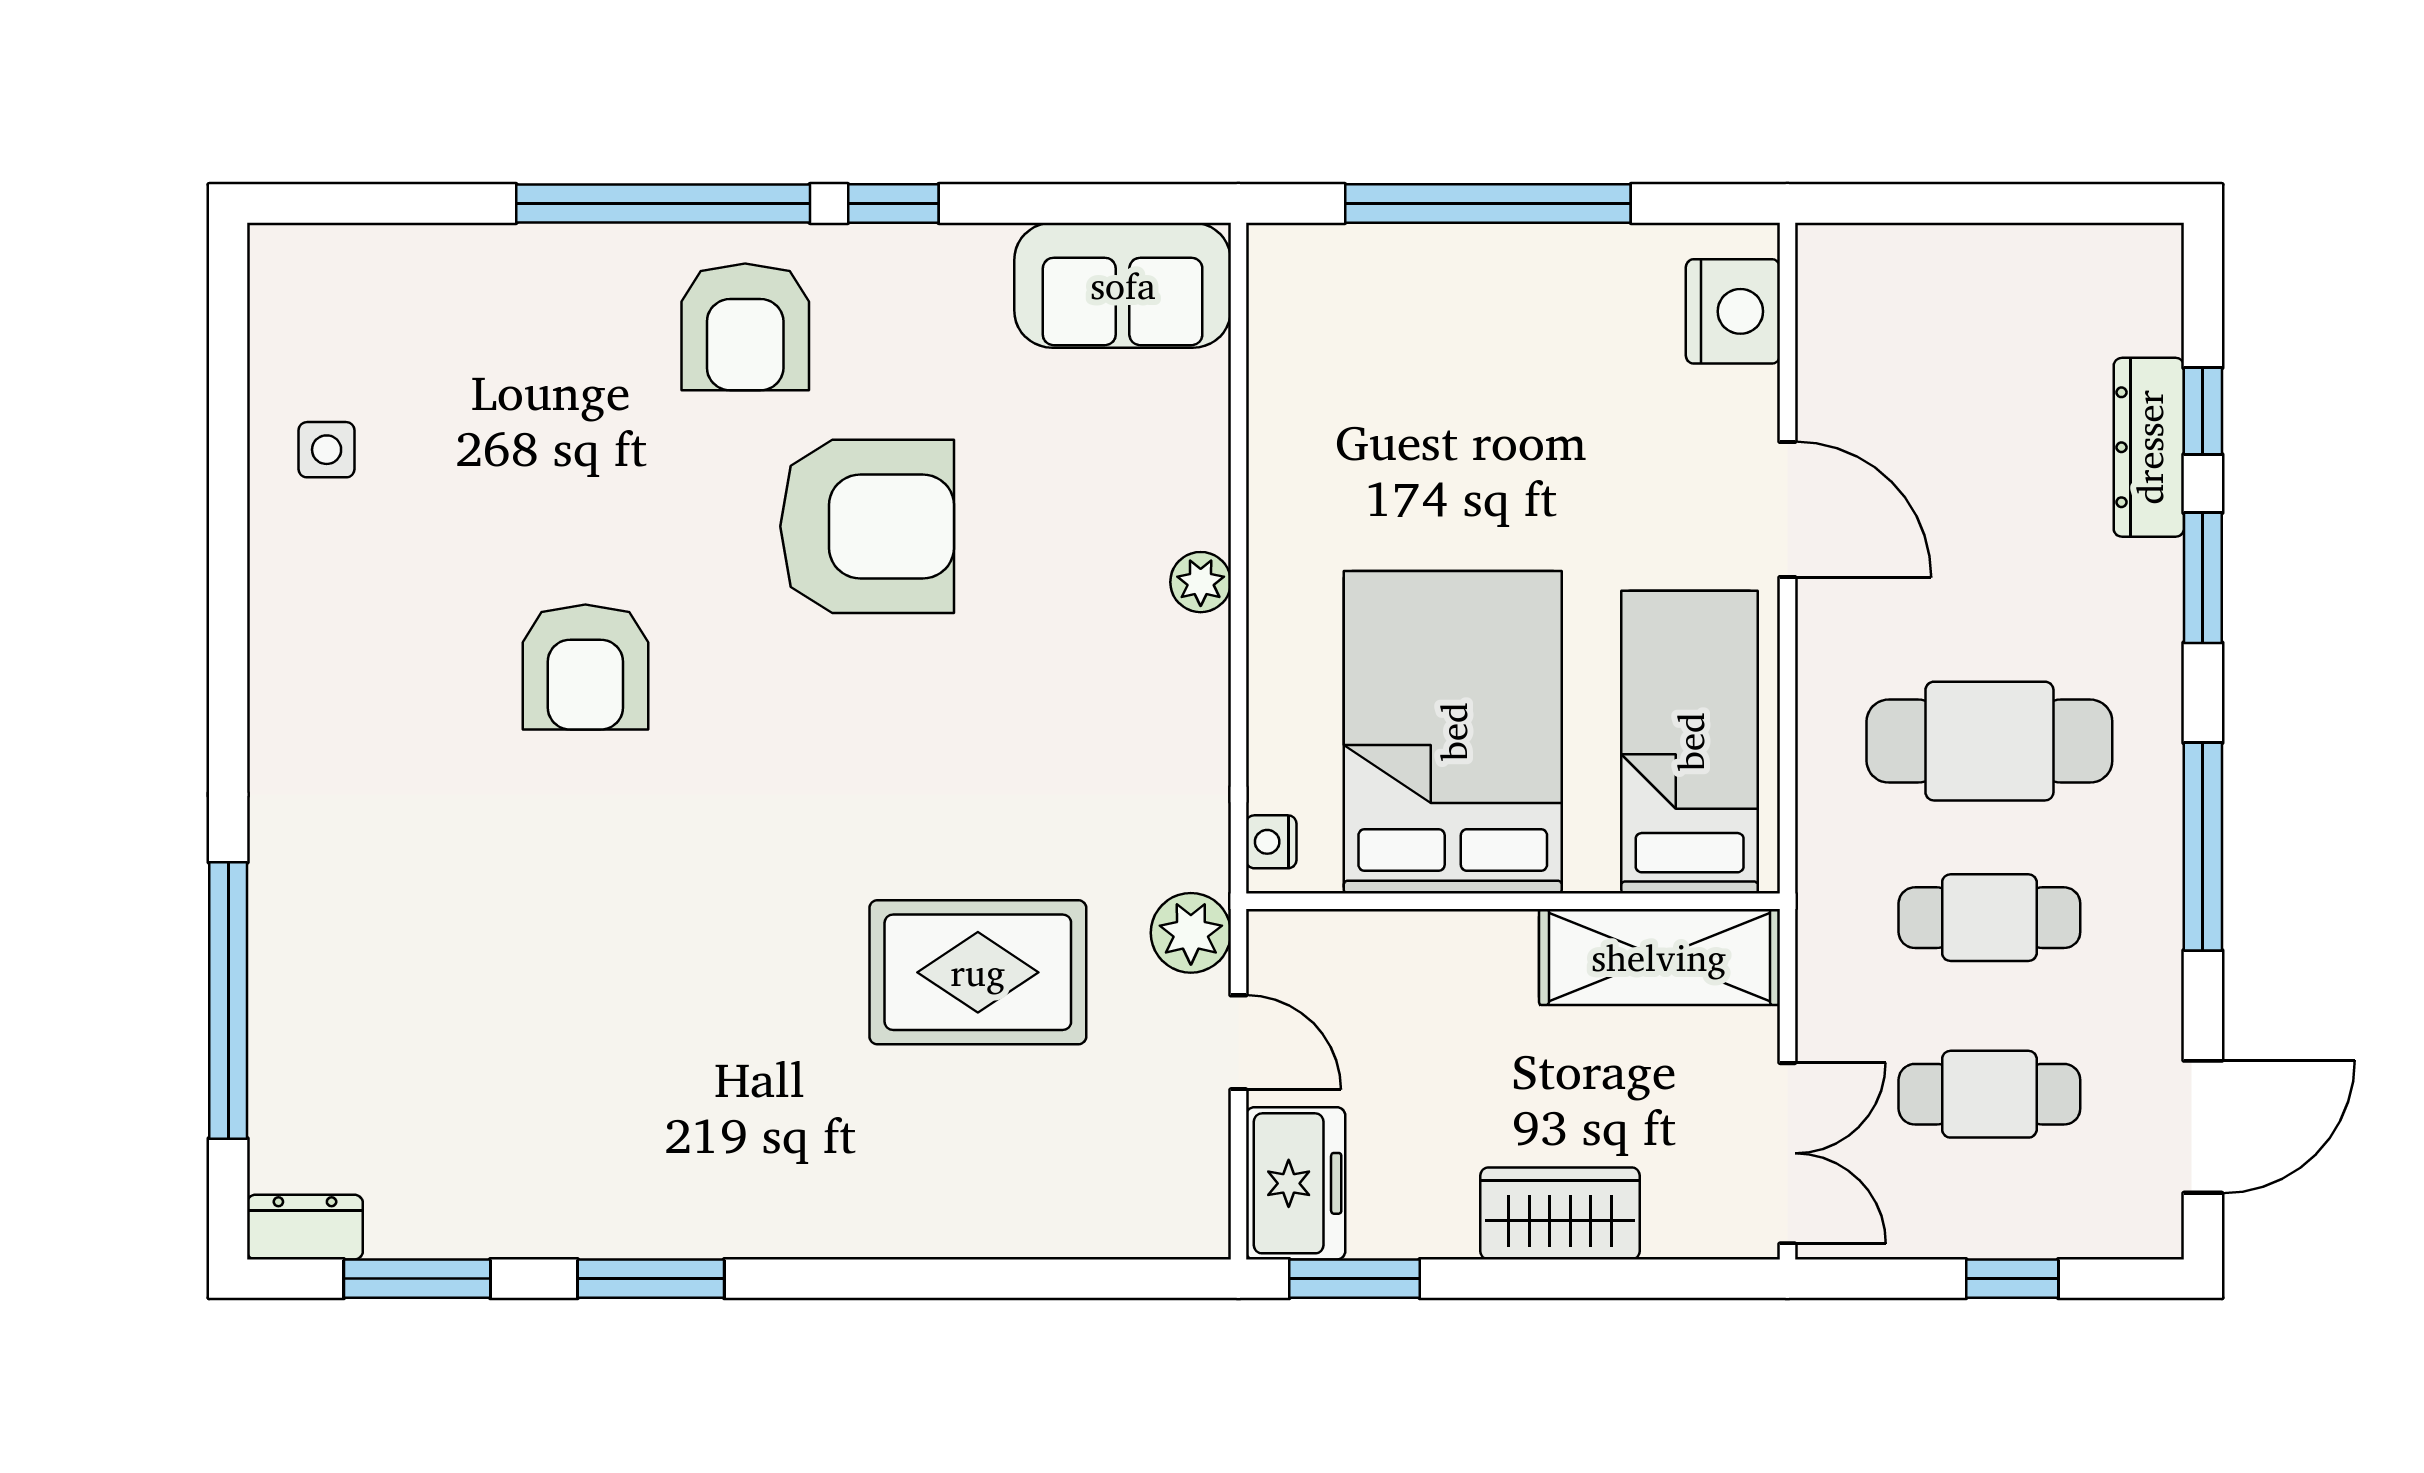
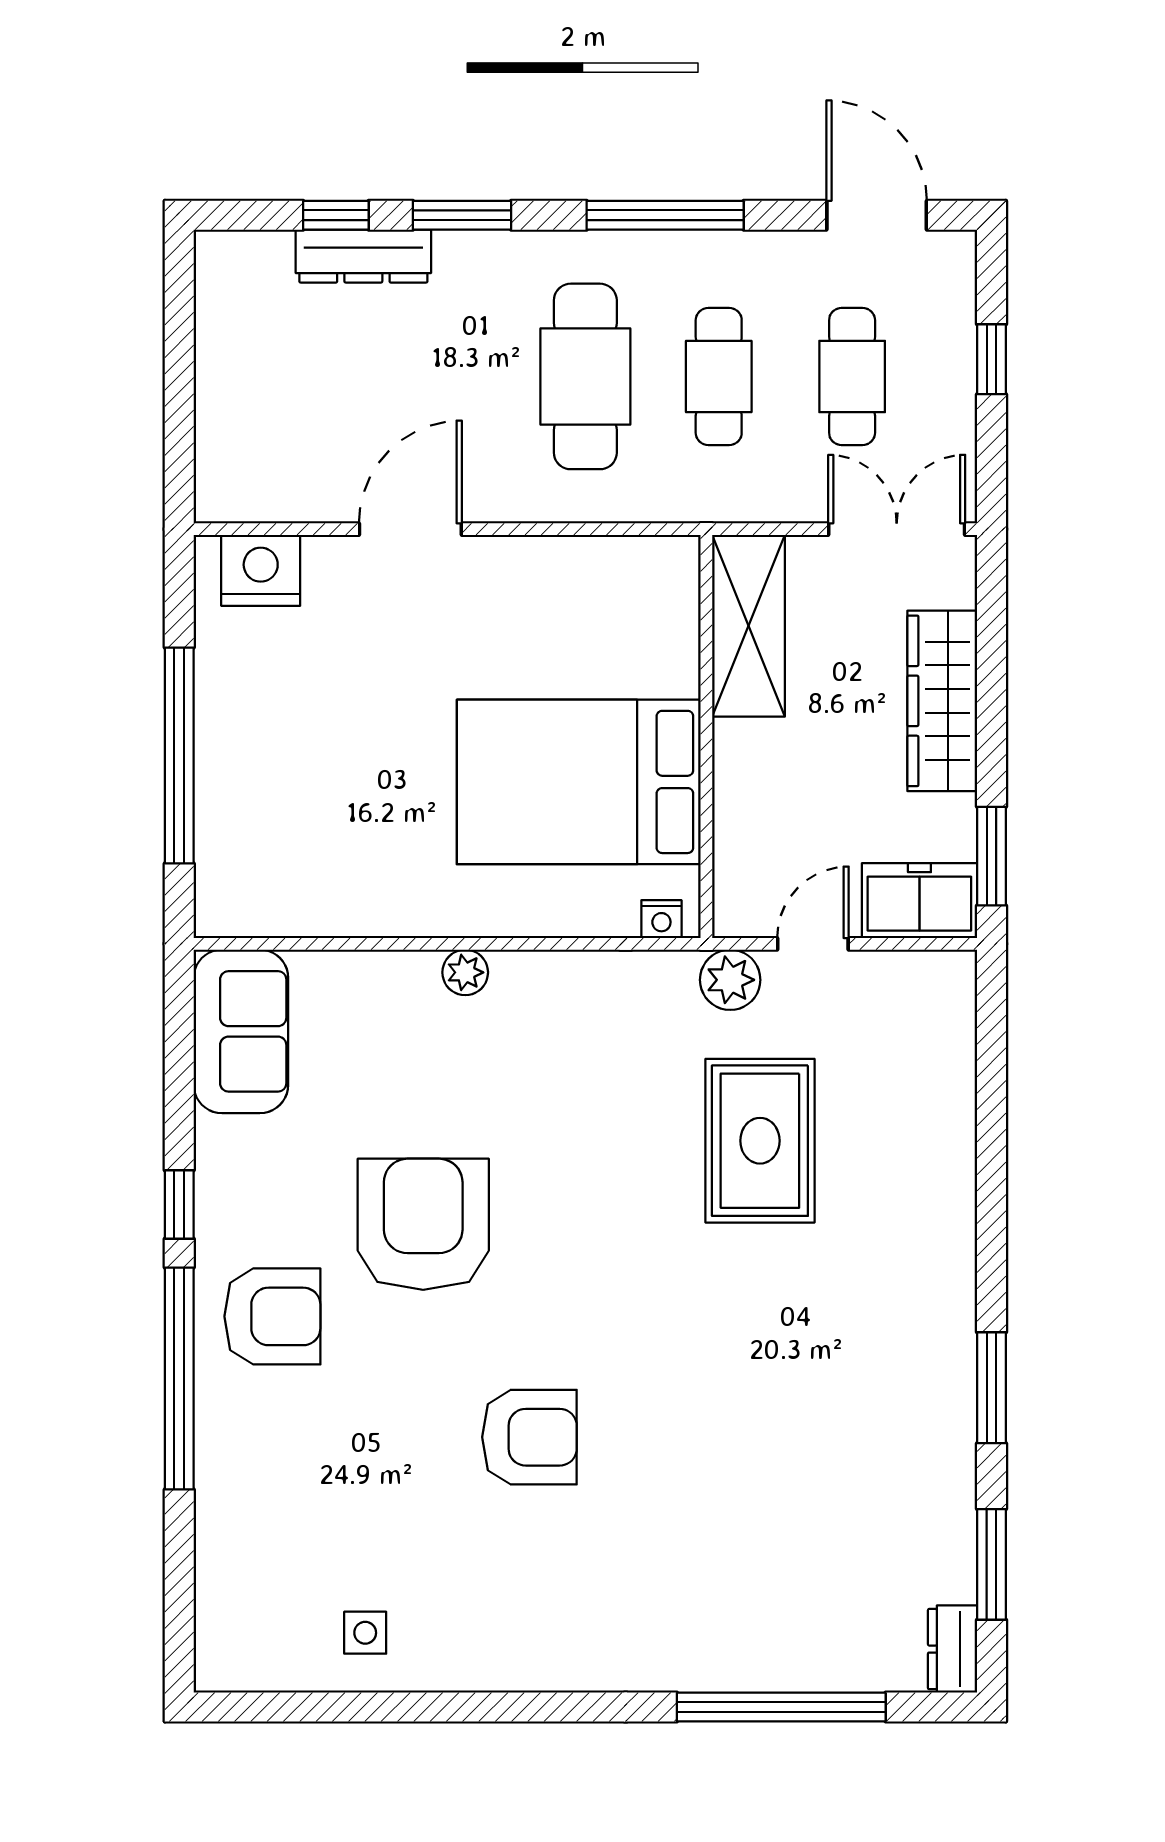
bed: (1690, 742) -> (586, 603), removed
wardrobe: (1560, 1213) -> (942, 701), width x1.50

